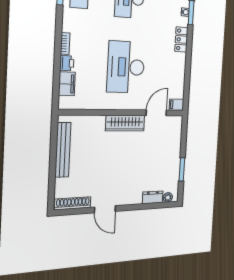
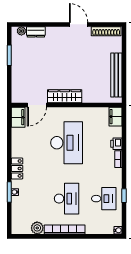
filing cabinet: (67, 84) -> (115, 117), moved
filing cabinet: (177, 105) -> (18, 117), width x2.00

